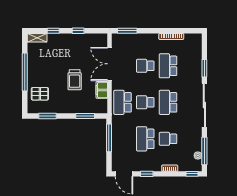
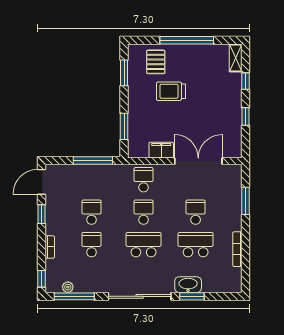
window: (127, 31) -> (246, 201), moved
washbasin: (196, 71) -> (188, 285), added
trolley: (75, 80) -> (171, 91), moved
school desk: (123, 102) -> (144, 180), width x0.54
school desk: (145, 139) -> (92, 212), width x0.54

